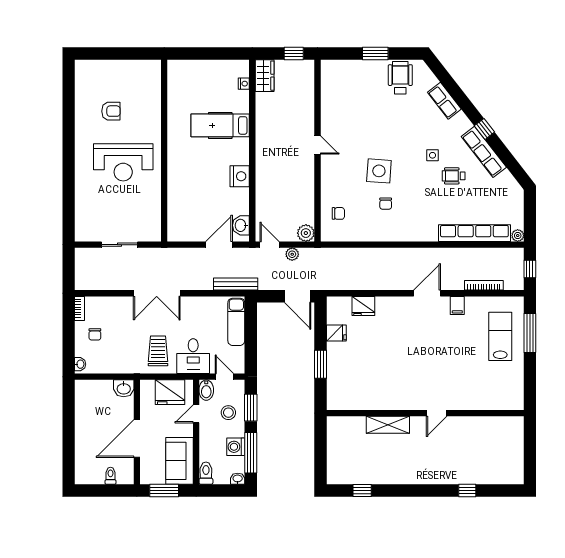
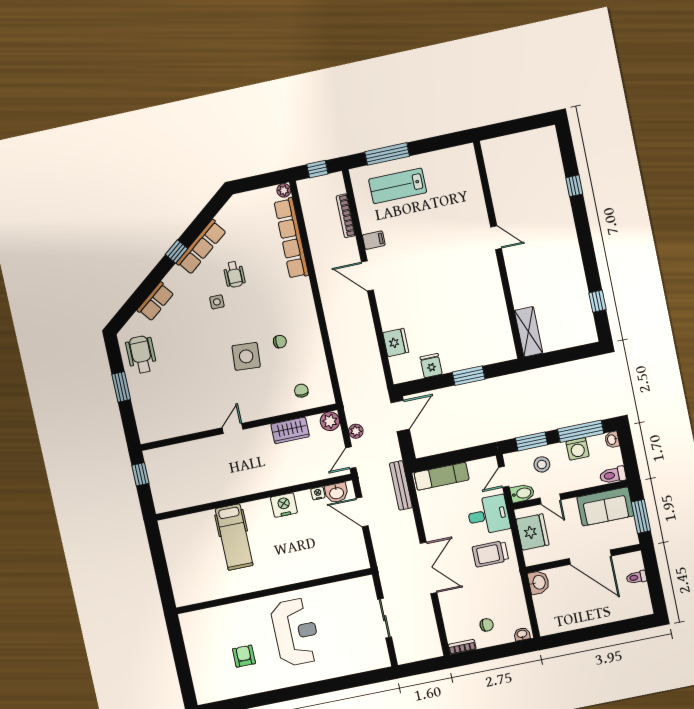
wardrobe: (265, 76) -> (290, 430), moved, turned 180
wheelchair: (400, 78) -> (141, 354), turned 90
nightstand: (244, 84) -> (318, 493), moved
shelving: (388, 425) -> (529, 332), moved

